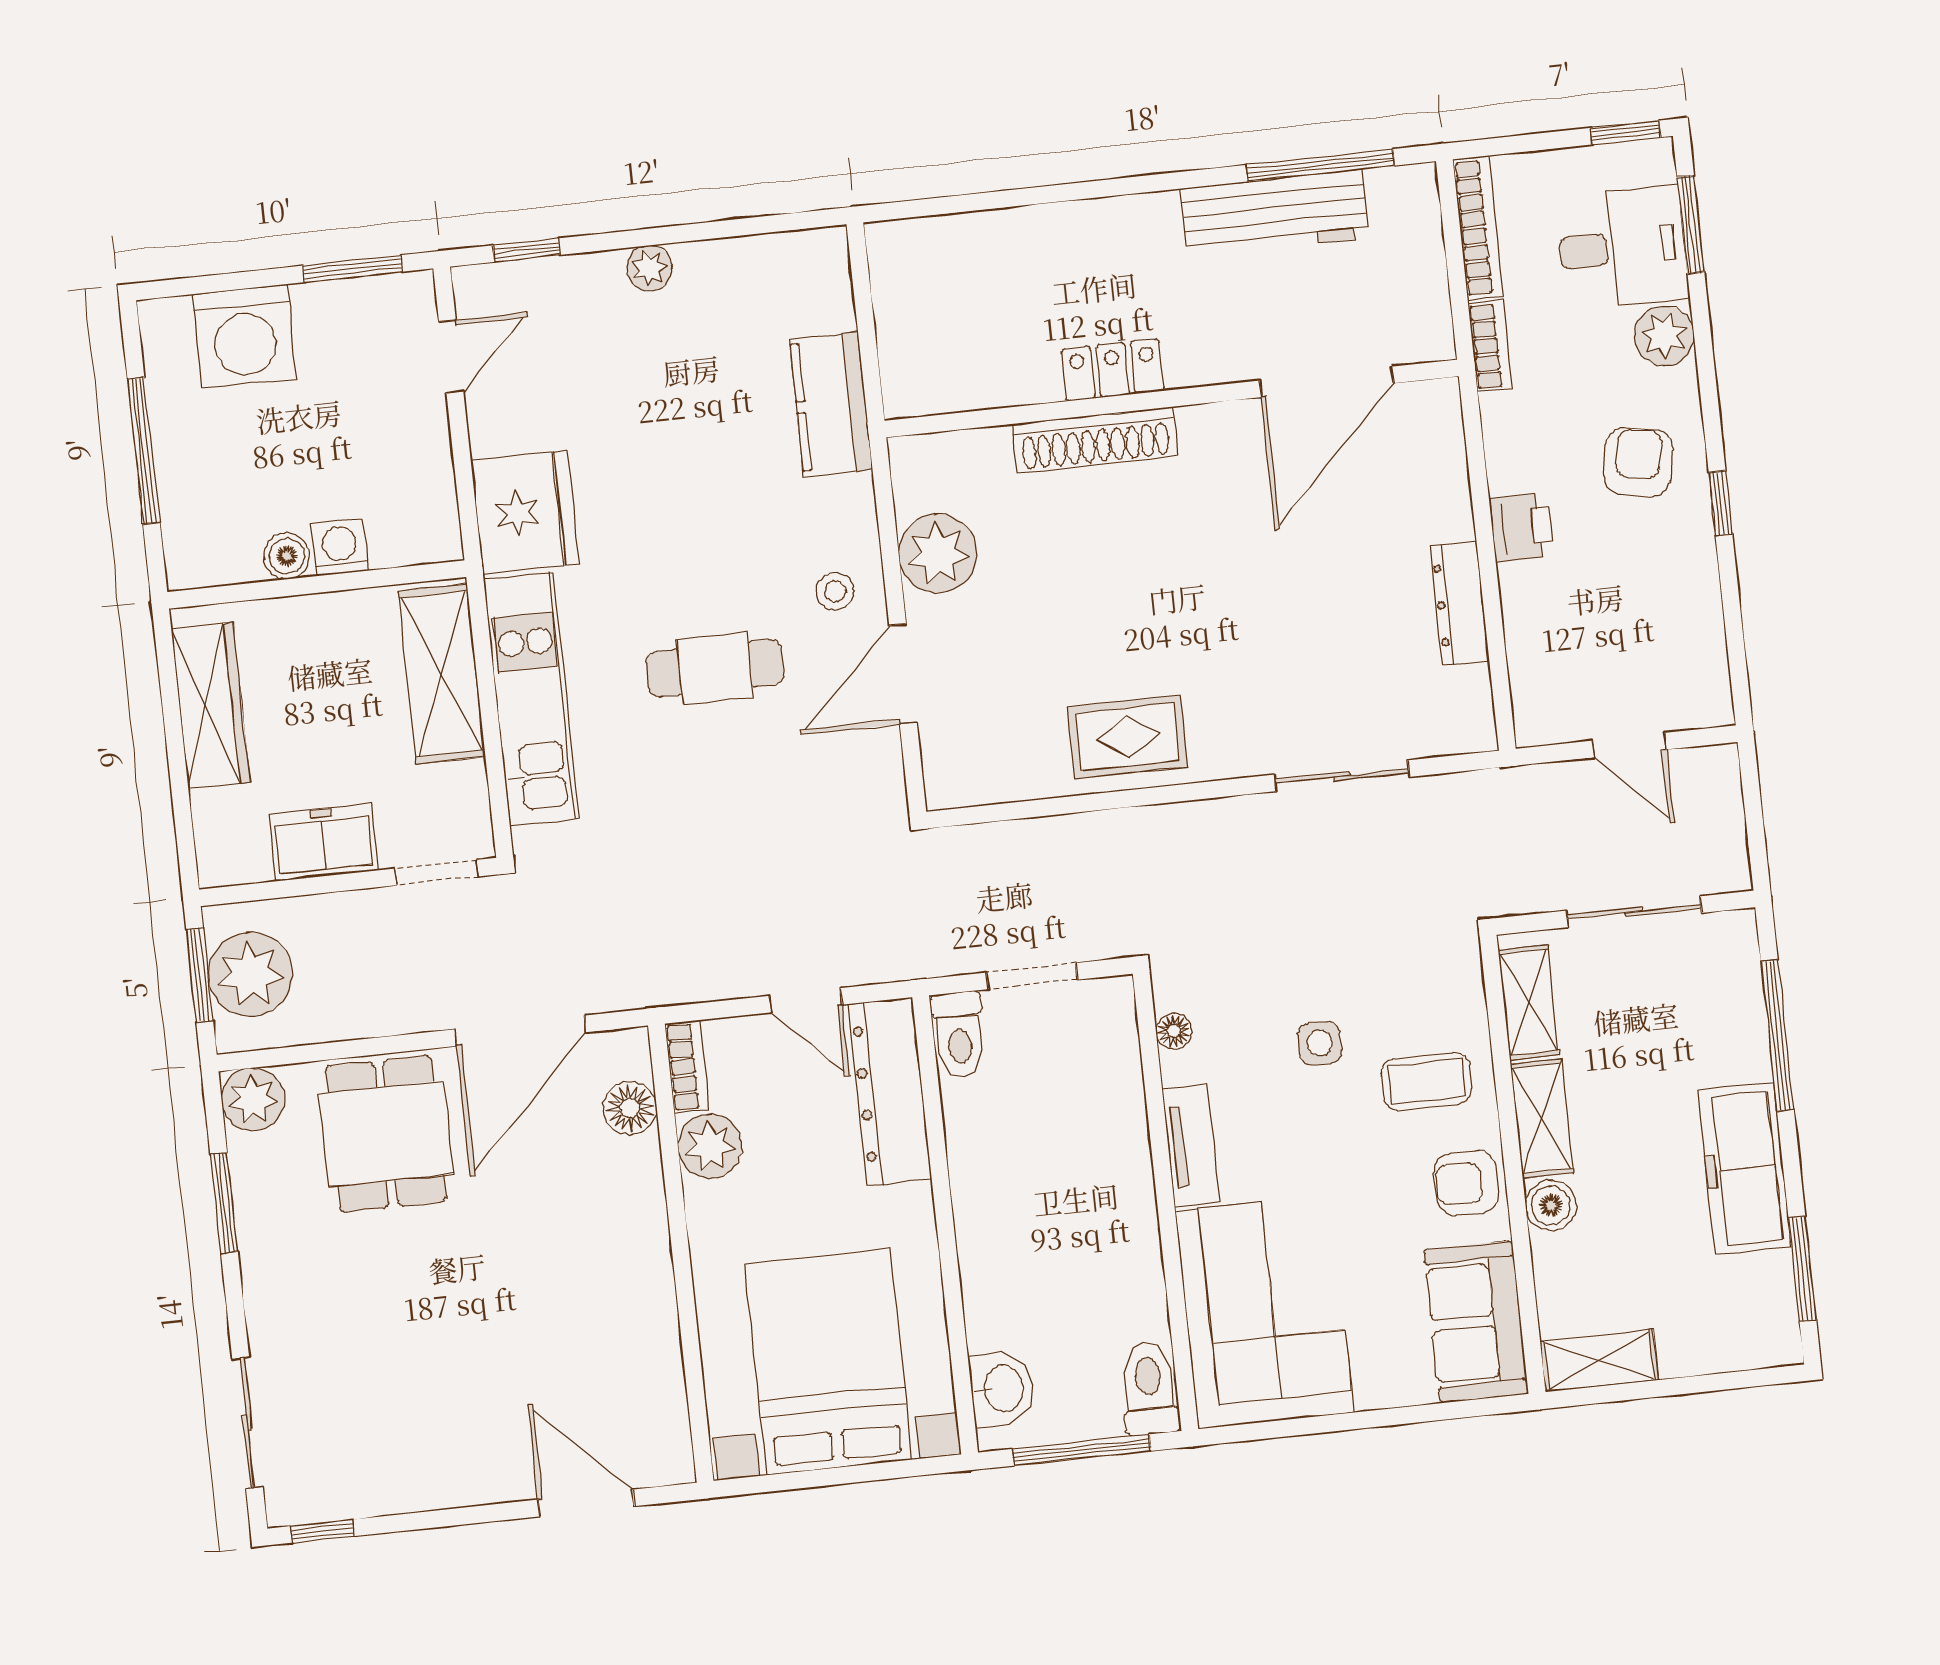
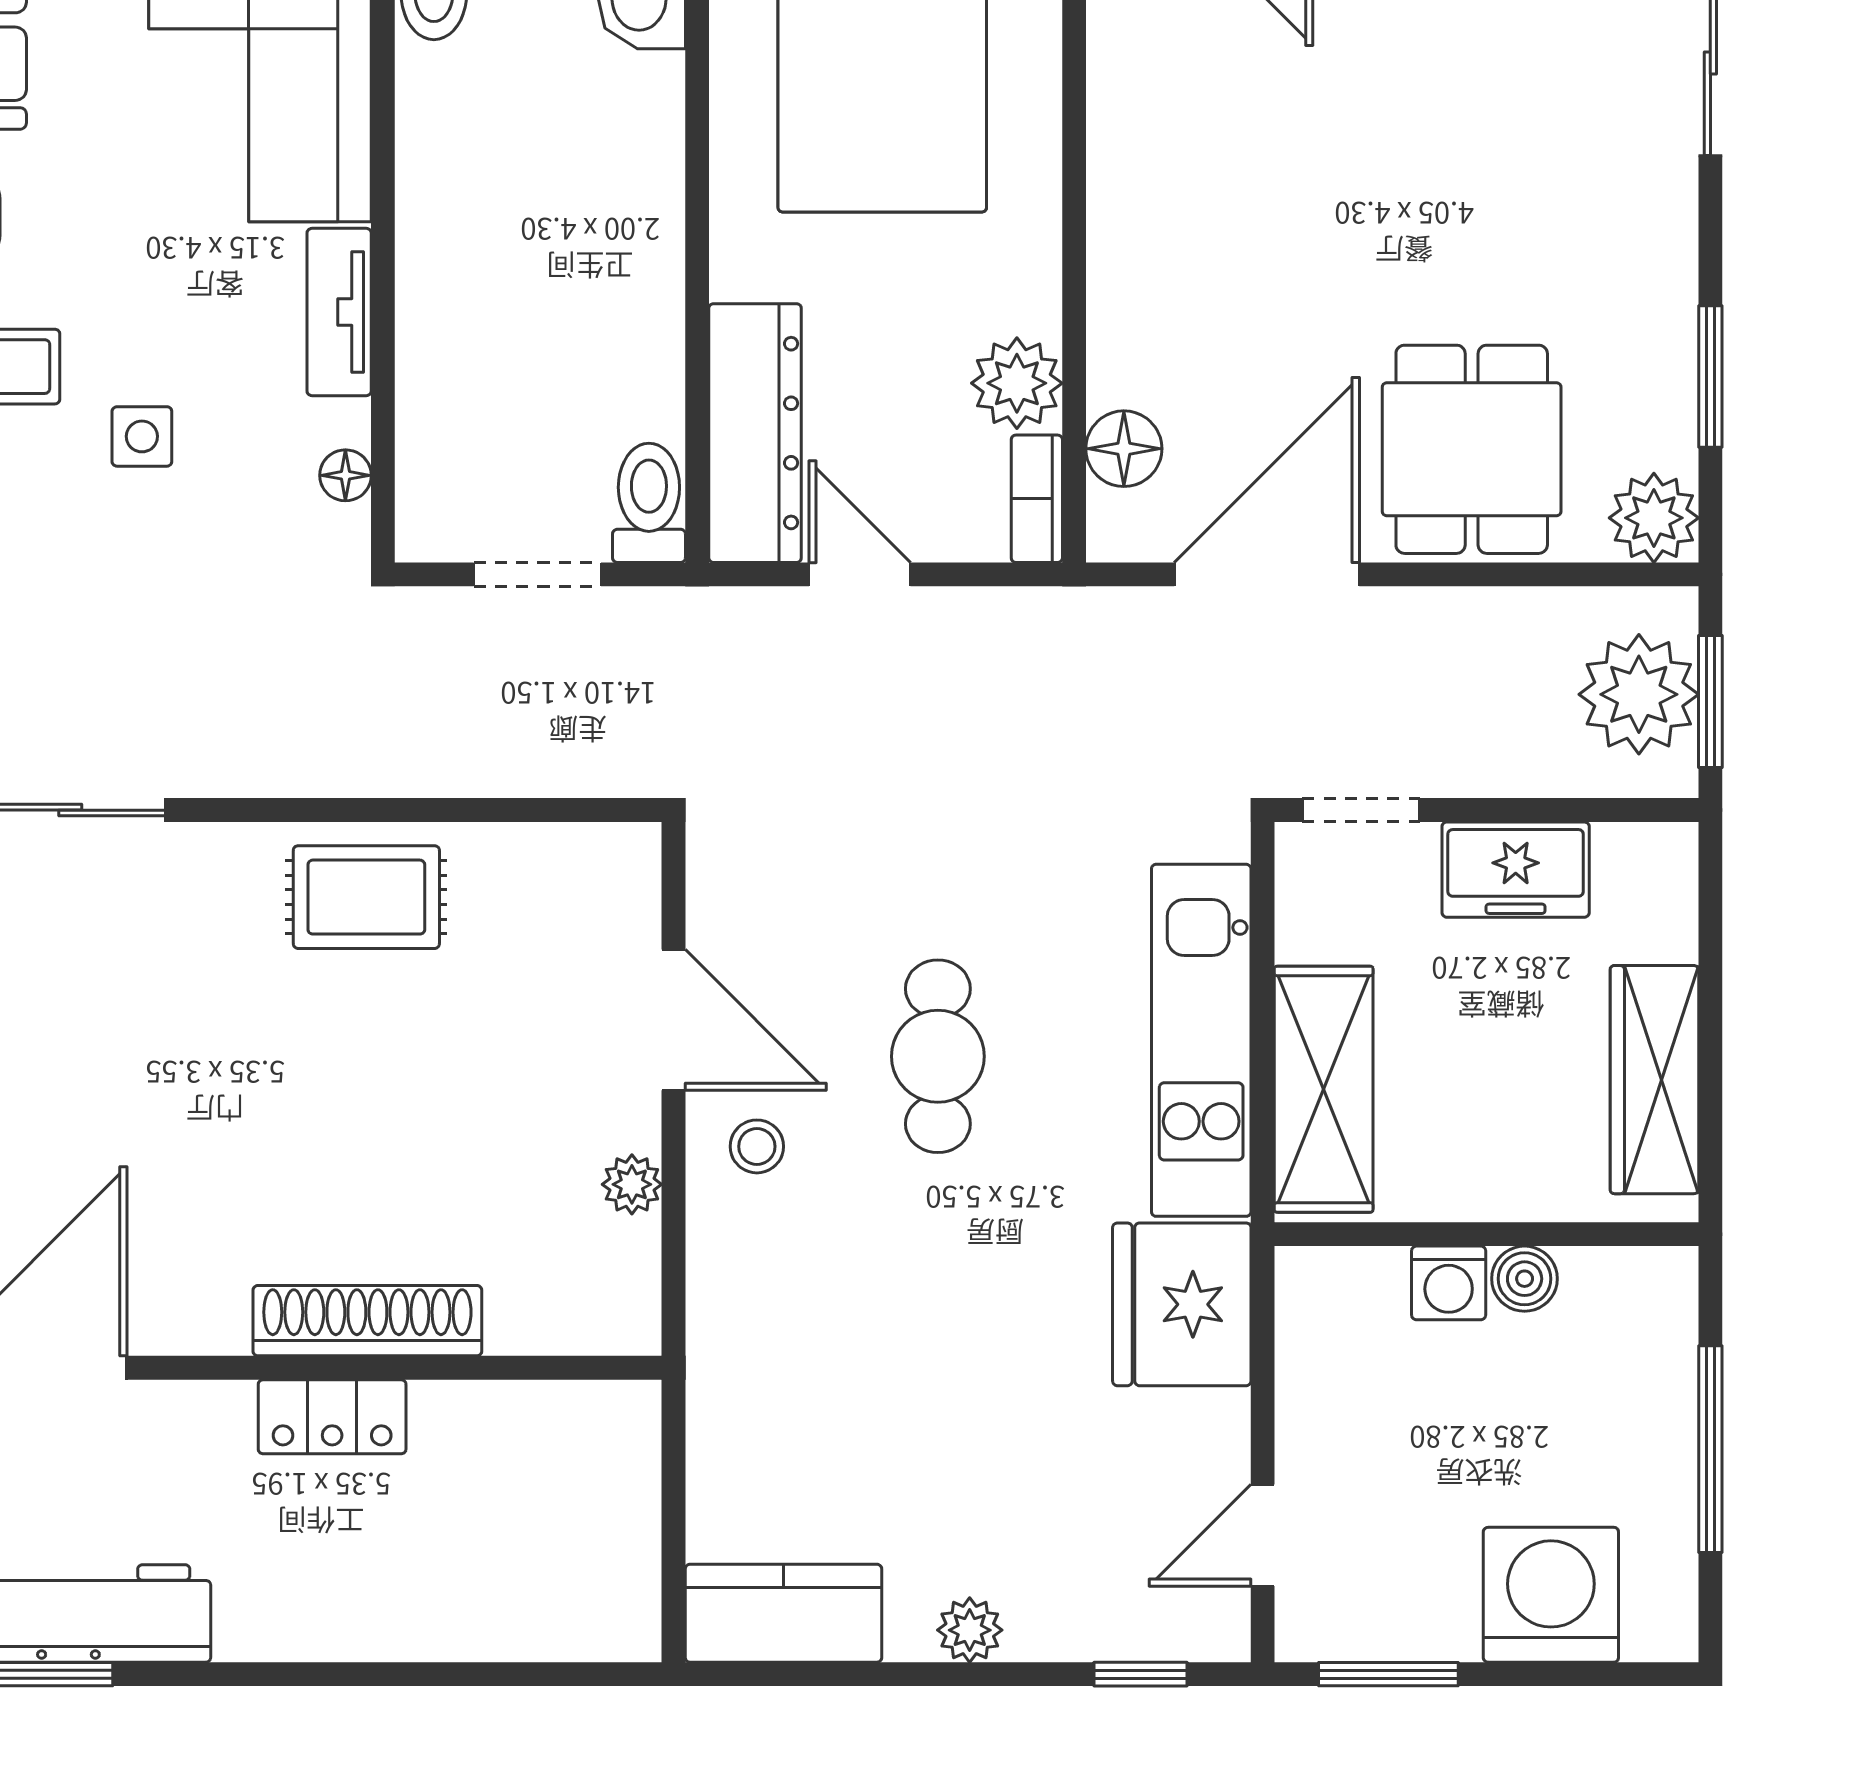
kitchen counter: (831, 404) -> (783, 1613), moved, turned -90
plant: (938, 553) -> (632, 1184), width x0.53, depth x0.53
cafe table: (715, 668) -> (938, 1056), turned 90
door: (903, 674) -> (673, 1020), hinge flipped

